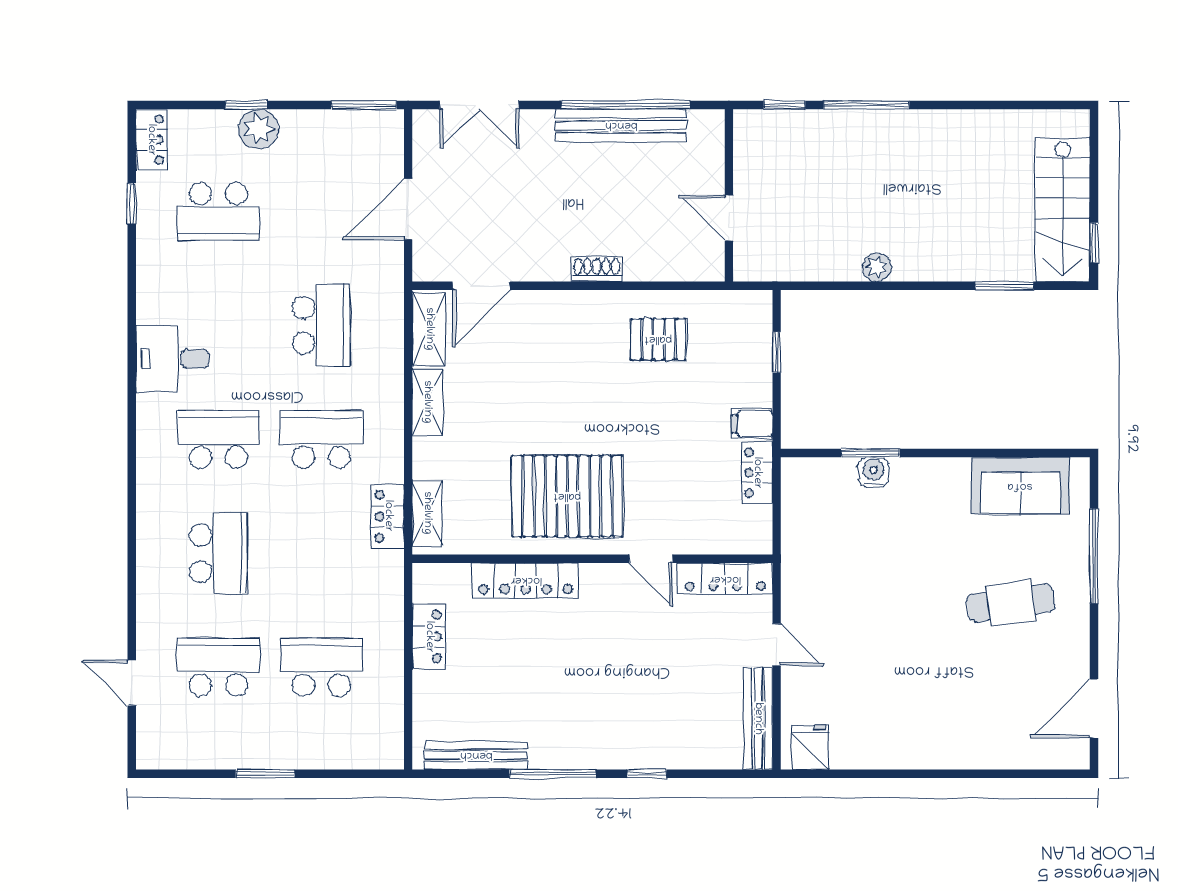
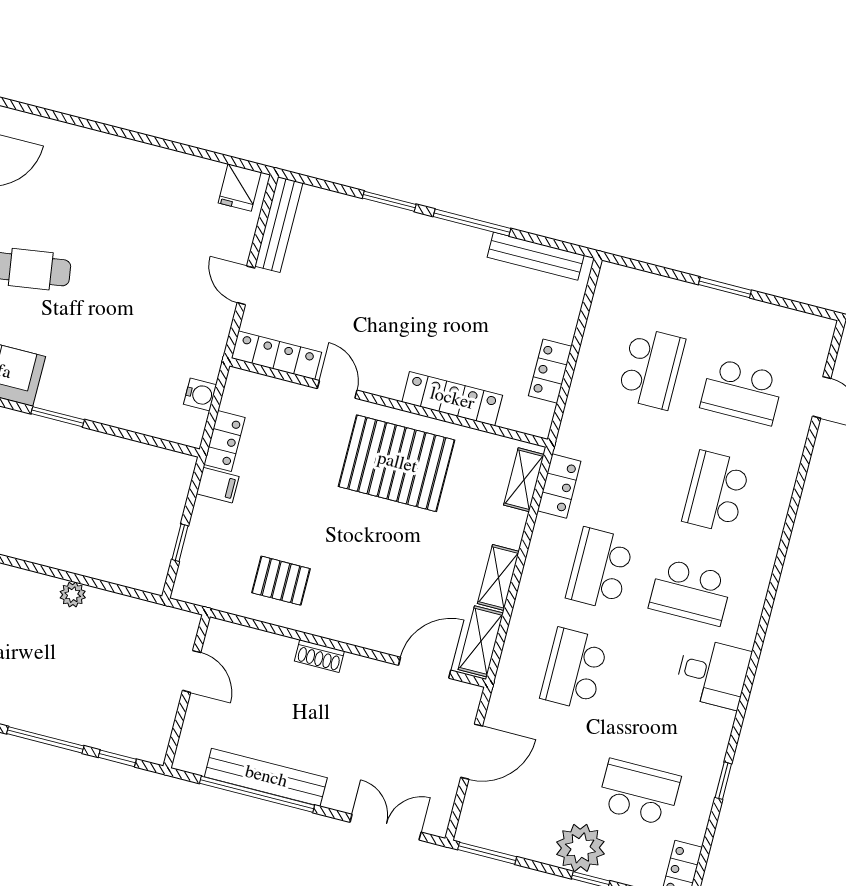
plant: (259, 129) -> (580, 848), width x1.36, depth x1.36
window: (132, 204) -> (723, 781), moved
school desk: (321, 439) -> (600, 569), turned 90
window: (870, 453) -> (58, 417), moved
water cooler: (873, 472) -> (200, 394), moved, turned -90
school desk: (321, 667) -> (651, 368), turned -90
window: (647, 774) -> (389, 201), width x1.50

